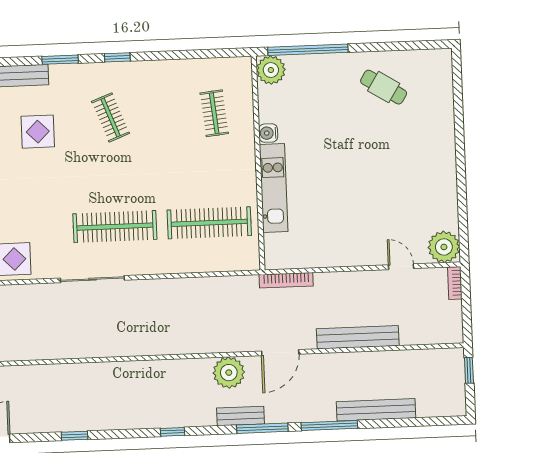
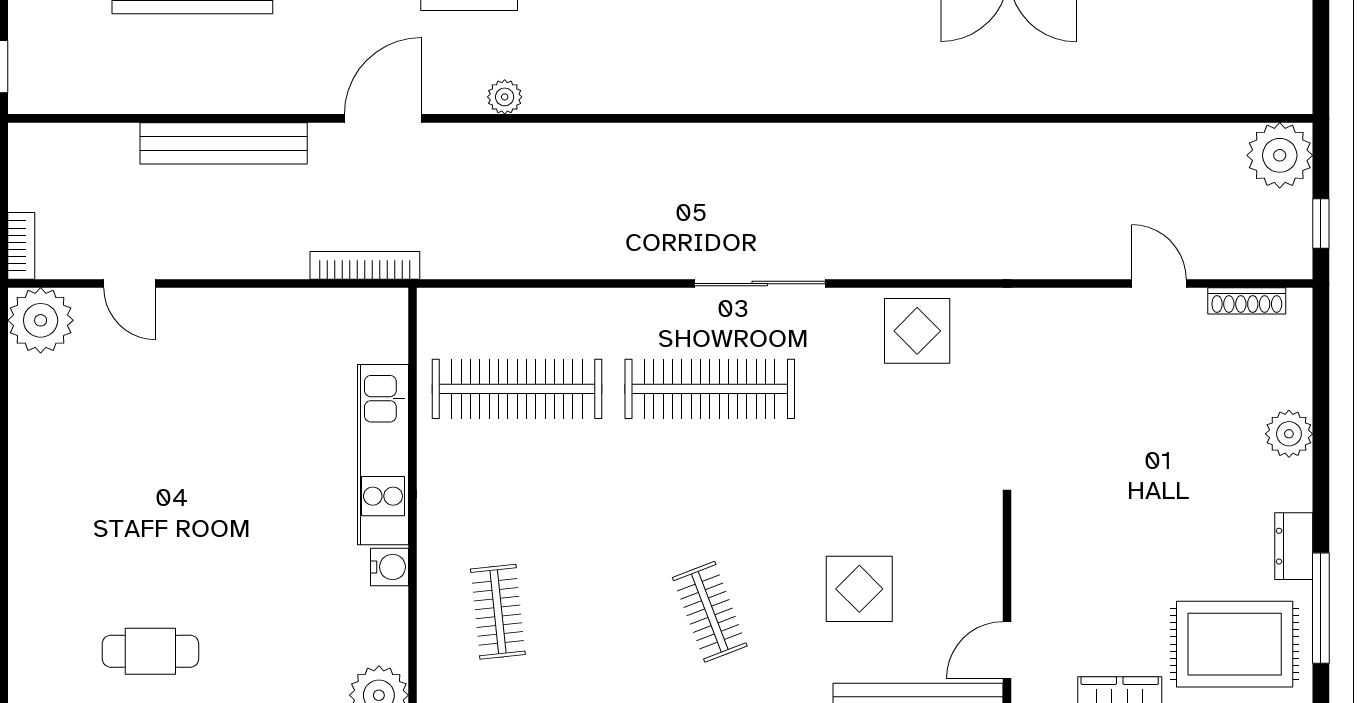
cafe table: (384, 87) -> (150, 651), turned -32
plant: (229, 373) -> (505, 97), width x0.53, depth x0.53

